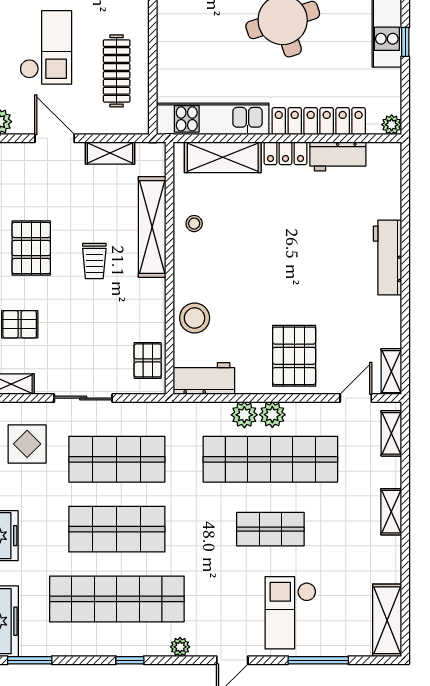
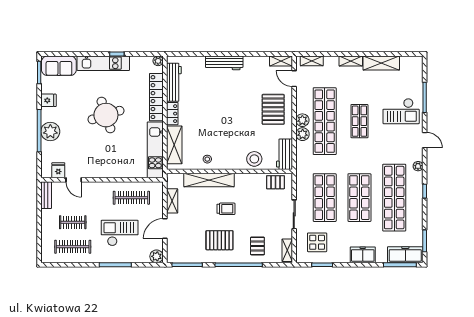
workbench: (338, 156) -> (174, 82), width x1.37
pallet: (294, 356) -> (273, 109), turned 90
shelving: (387, 620) -> (381, 63), moved

